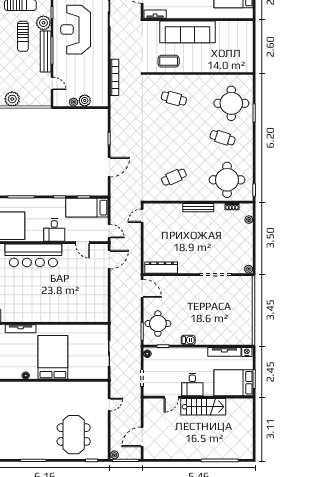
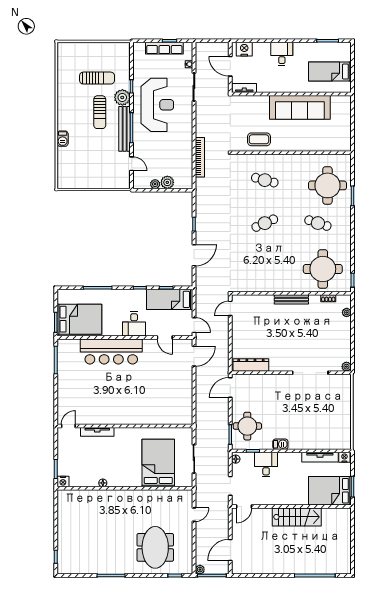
reception desk: (76, 30) -> (157, 105), turned 180
sofa: (187, 32) -> (300, 107), moved
plant: (12, 99) -> (88, 181), removed
cafe table: (174, 177) -> (265, 223), moved
door: (142, 288) -> (230, 388), swing flipped
bed: (53, 357) -> (158, 463), moved
desk: (192, 384) -> (266, 465), moved, turned 180
door: (171, 397) -> (244, 506), moved

